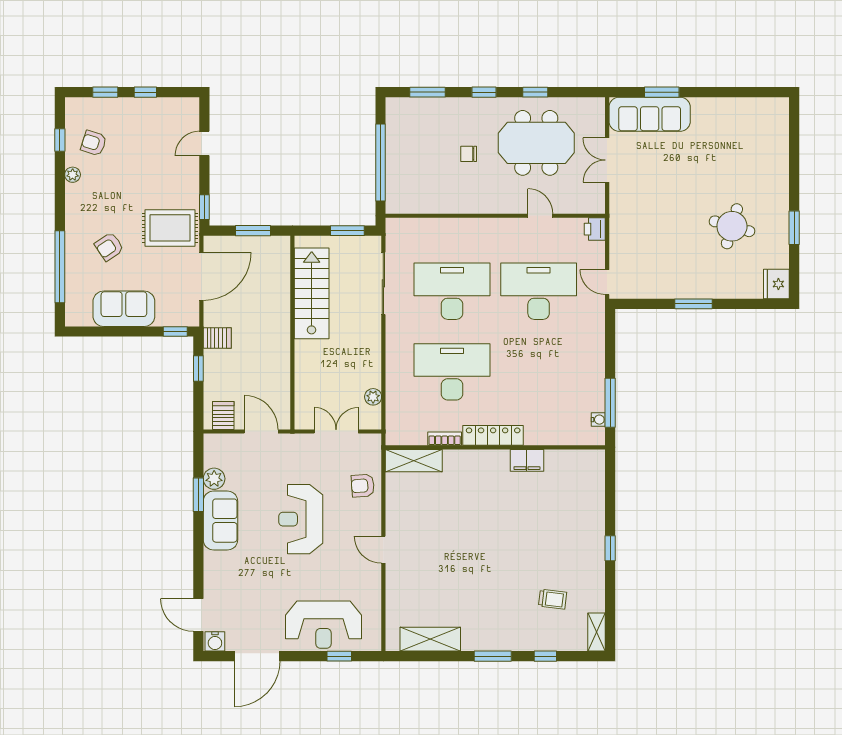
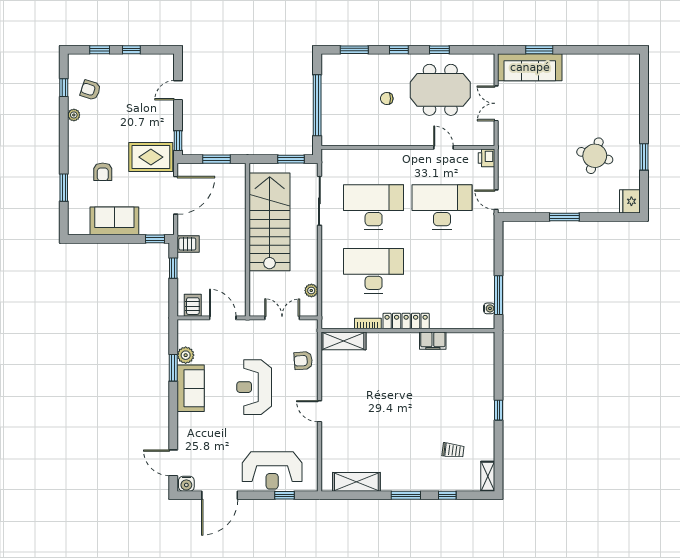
armchair: (109, 247) -> (103, 172), turned -56
window: (60, 267) -> (64, 188), width x0.47
stairs: (312, 293) -> (270, 222), width x1.36, depth x1.51

